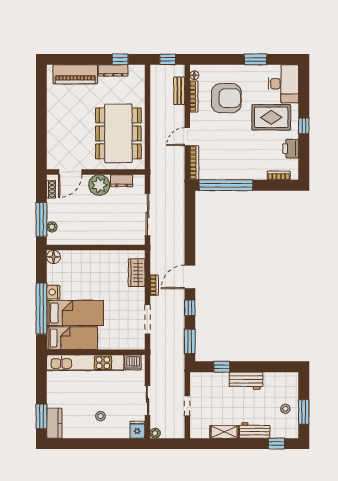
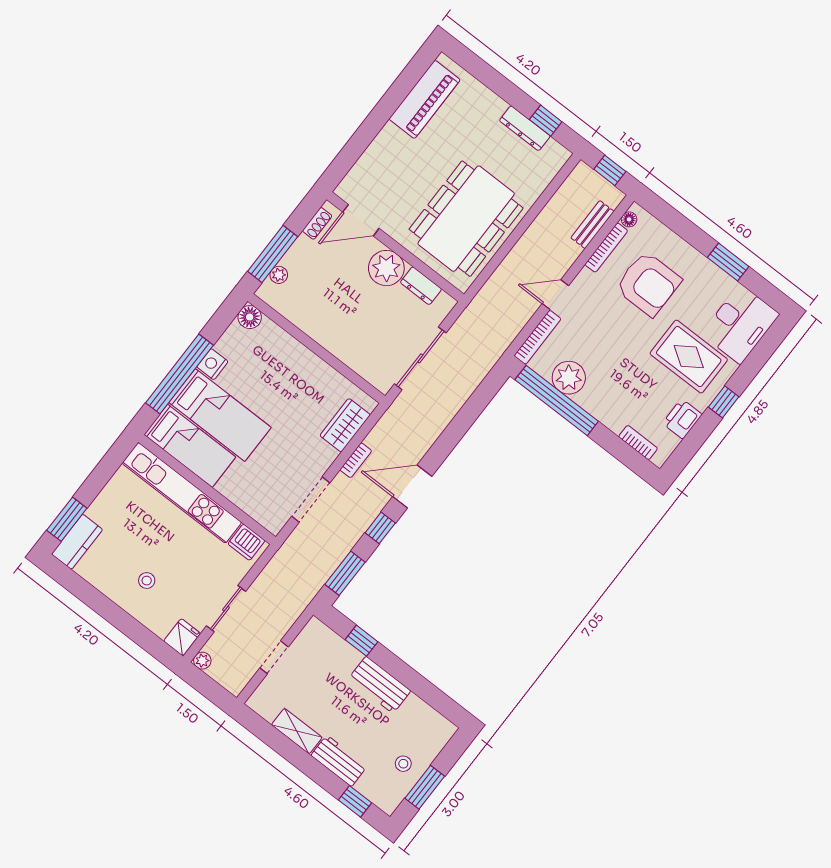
piano: (75, 74) -> (425, 99), moved, turned -90
plant: (223, 170) -> (569, 378), added

